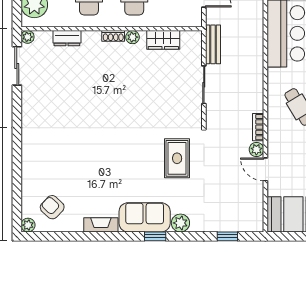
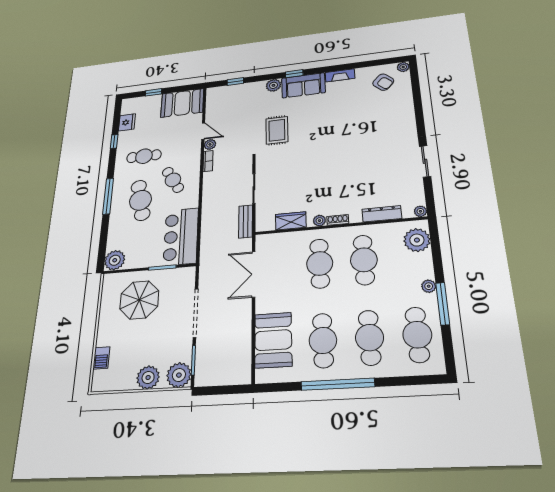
dresser: (67, 38) -> (382, 214), width x1.44
sliding door: (17, 66) -> (425, 161), moved

